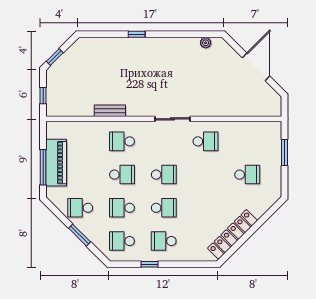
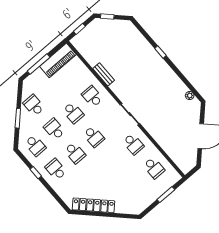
piano: (56, 163) -> (58, 60), moved
school desk: (247, 175) -> (154, 168), moved
school desk: (122, 241) -> (35, 146), turned 180

